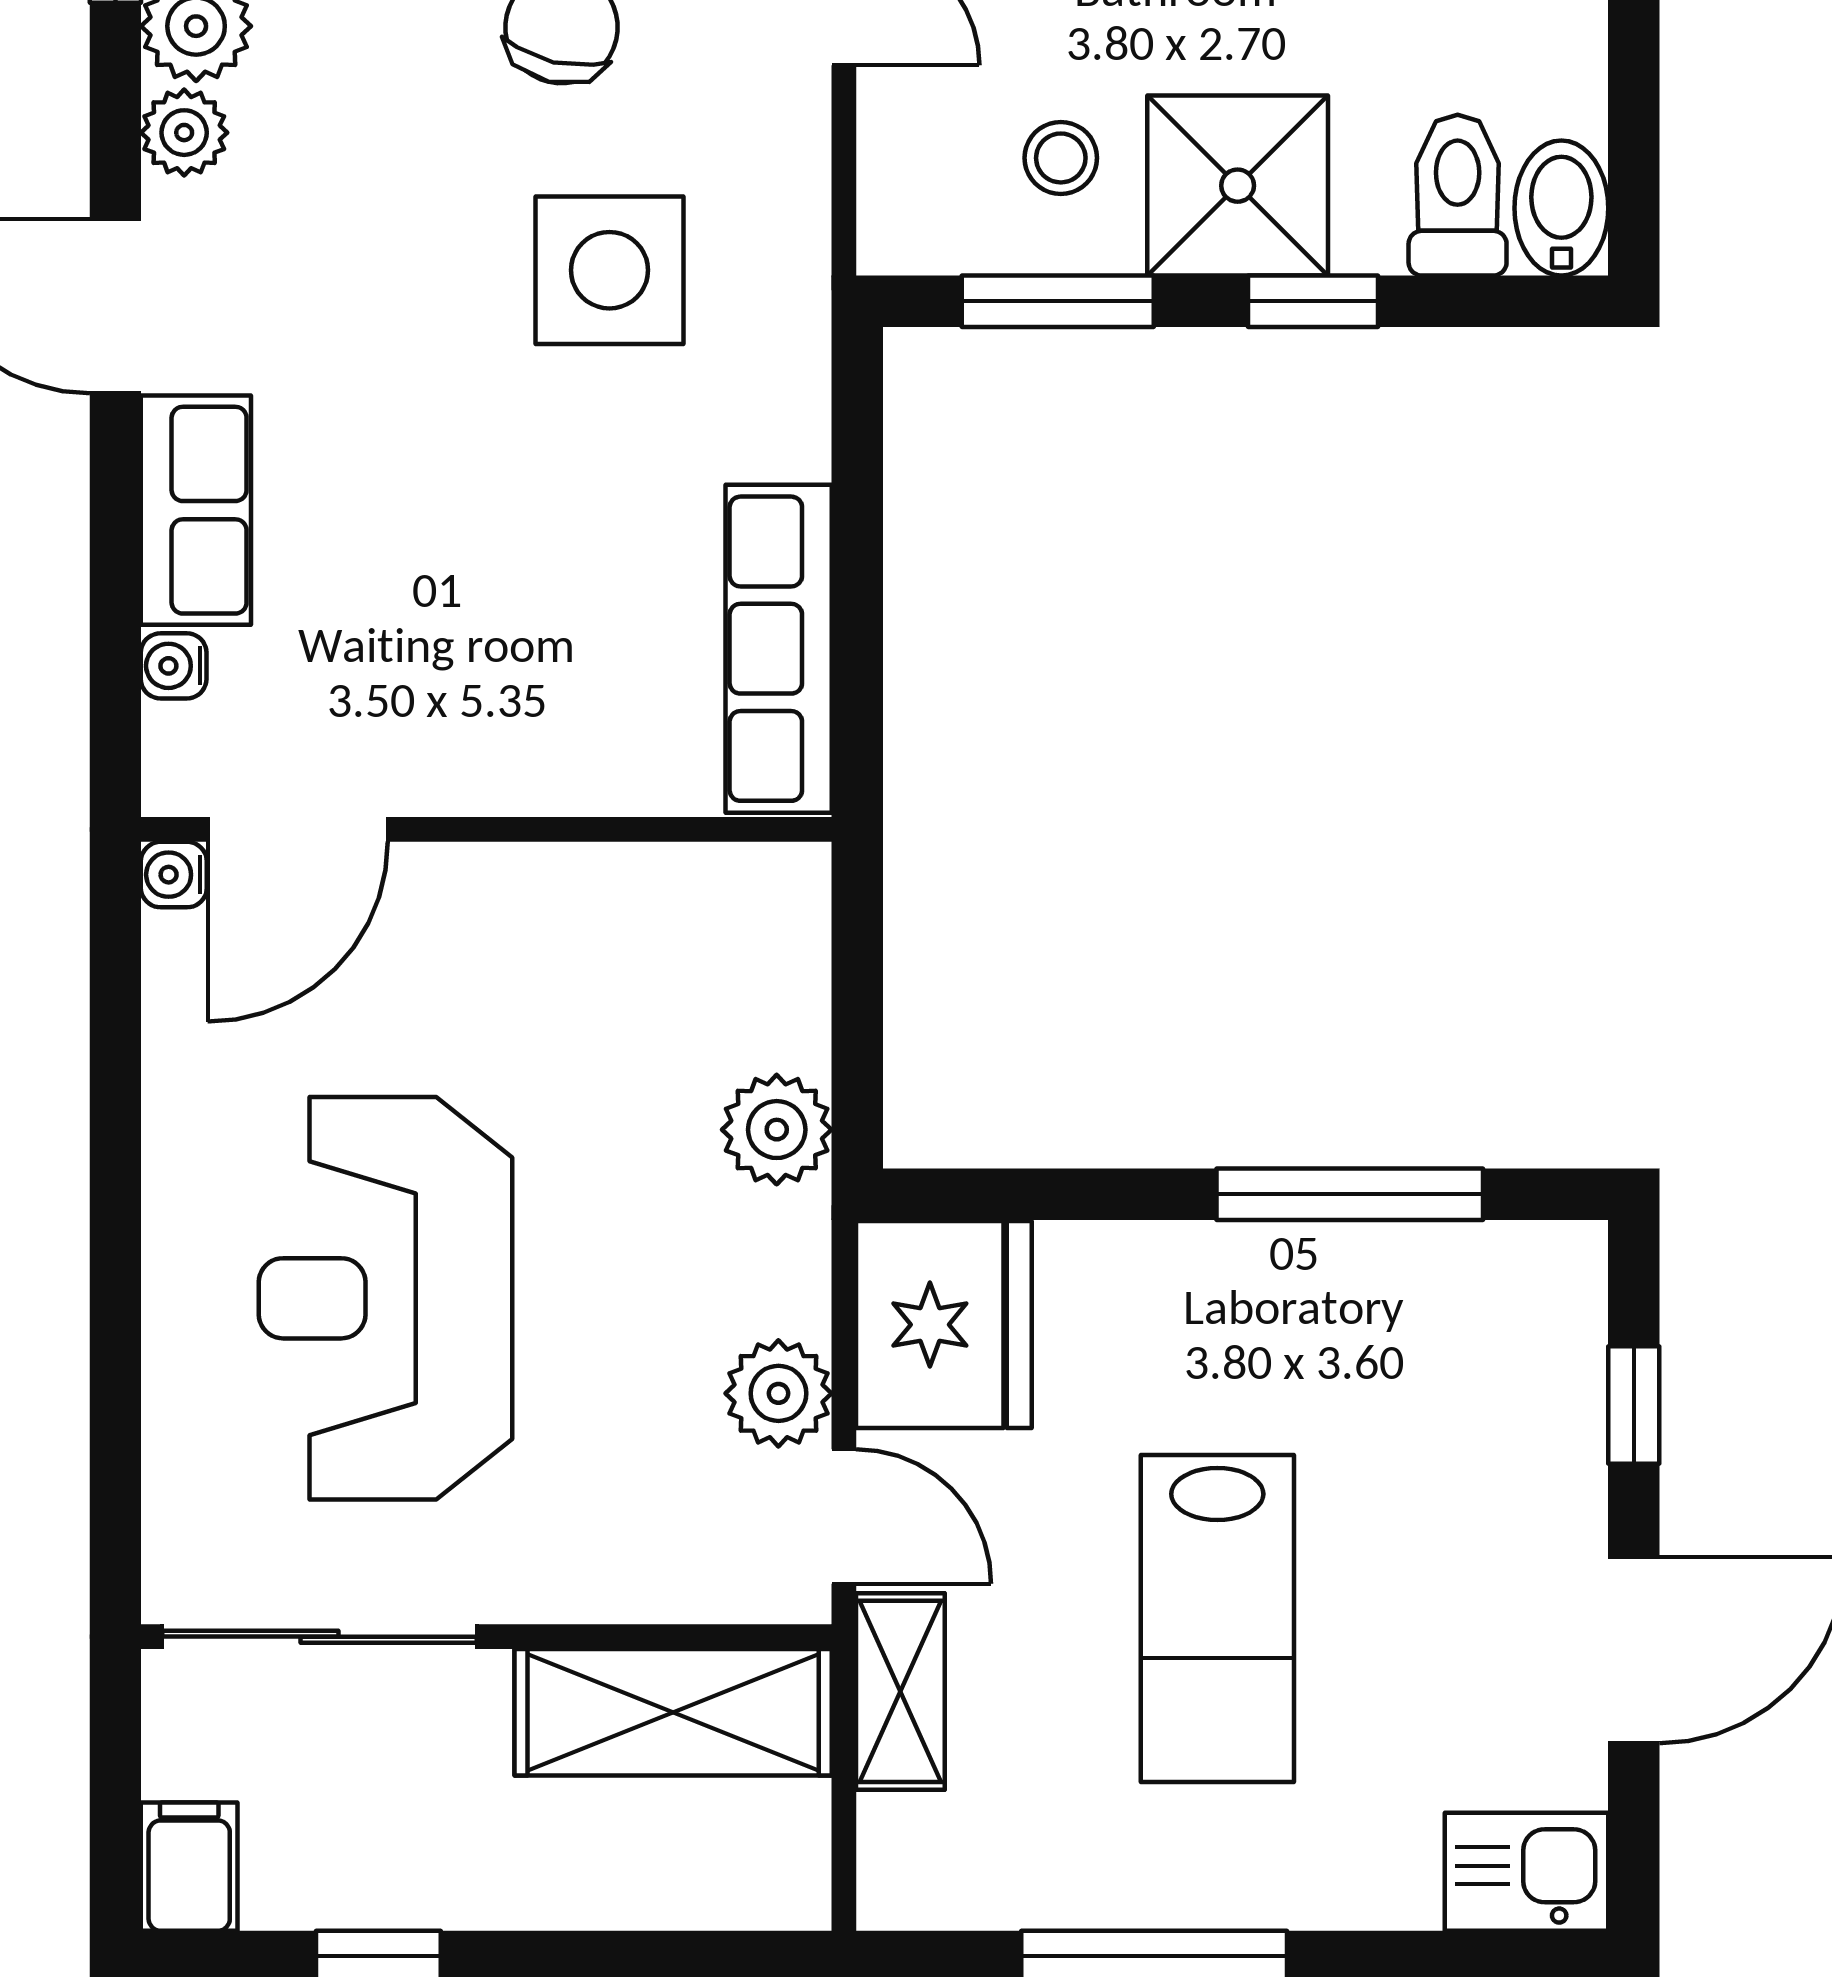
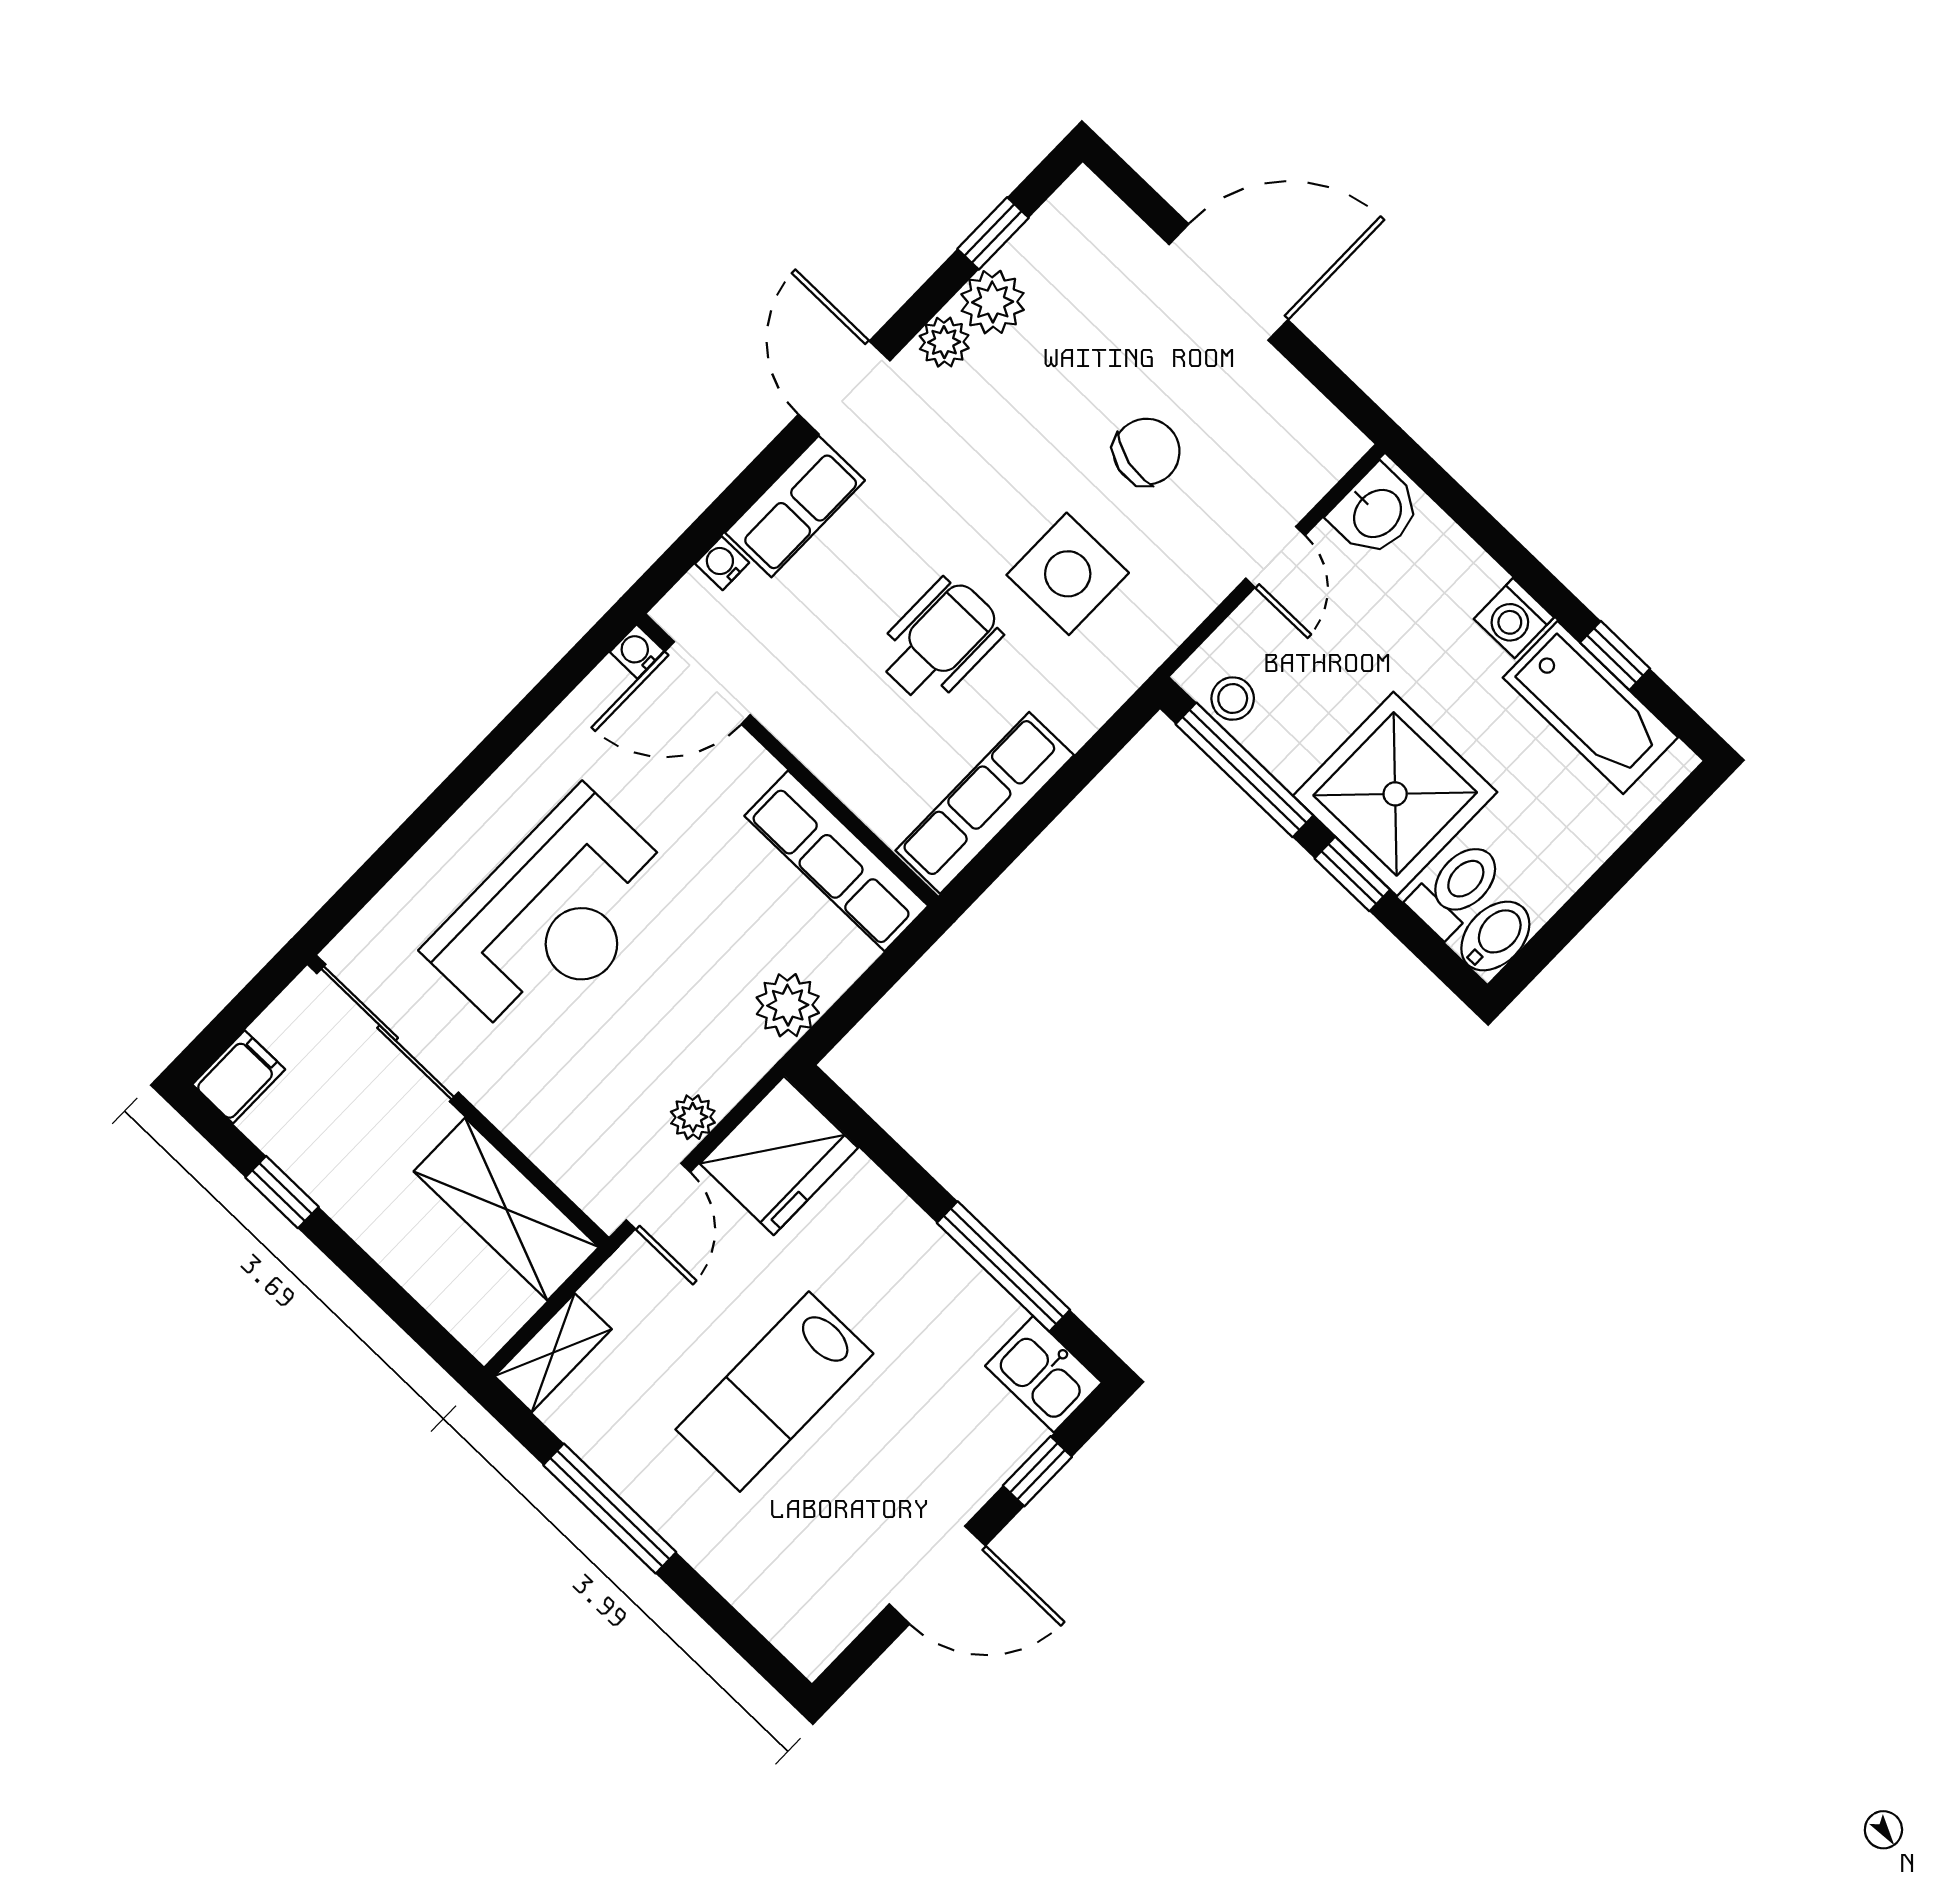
stool: (1061, 158) -> (1233, 699), moved
shower: (1238, 186) -> (1395, 794), width x1.37, depth x1.37
window: (1058, 301) -> (1244, 770), width x1.44
wheelchair: (532, 504) -> (939, 641), added
row of seats: (666, 895) -> (836, 861), added
reception desk: (386, 1298) -> (554, 917), turned 180
plant: (778, 1393) -> (693, 1117), width x0.73, depth x0.73
shelving: (900, 1691) -> (553, 1353), moved
kitchen sink: (1527, 1872) -> (1044, 1374), moved, turned 180

